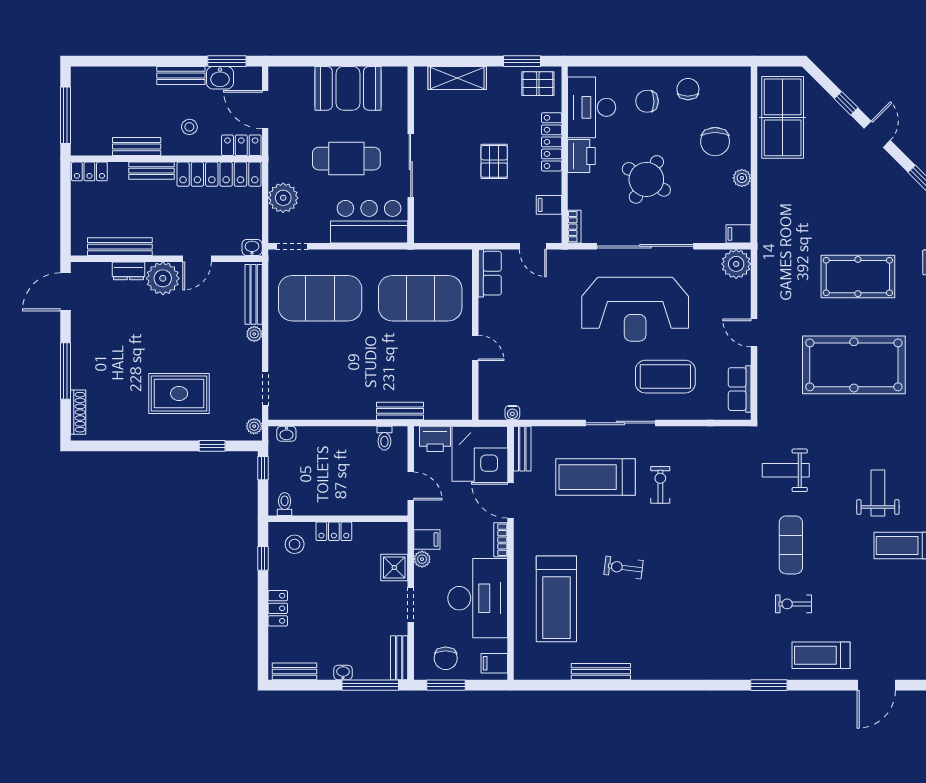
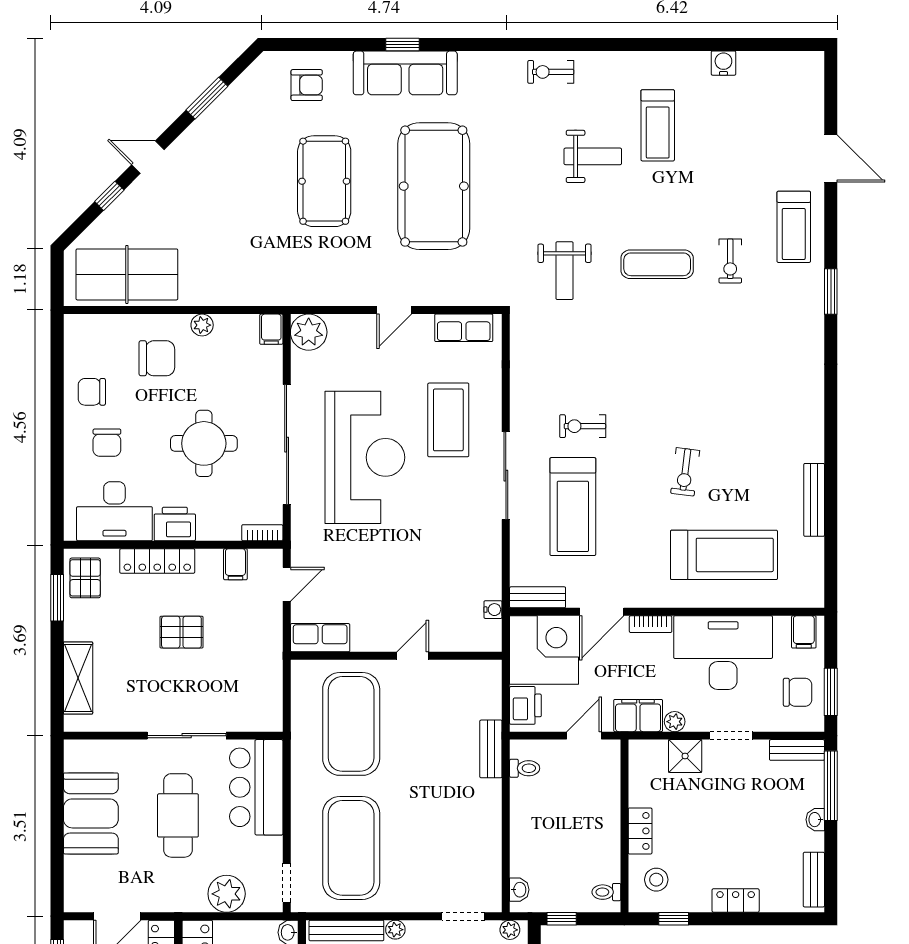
round table: (646, 179) -> (204, 443), turned -31
weight bench: (878, 493) -> (593, 156), turned 180
filing cabinet: (427, 539) -> (638, 716), width x2.00

